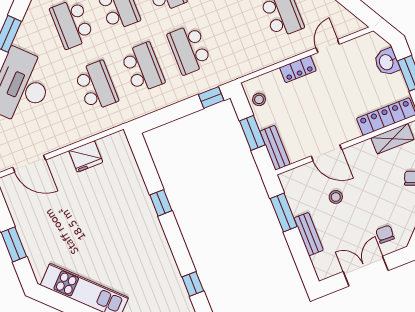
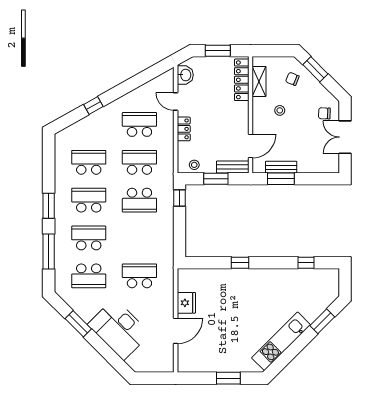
washbasin: (387, 62) -> (185, 75), moved, turned -90
school desk: (143, 68) -> (139, 162), moved
door: (326, 153) -> (251, 146), moved
door: (29, 164) -> (176, 331), moved
stool: (336, 197) -> (280, 110), moved
bench: (309, 234) -> (281, 167), moved

